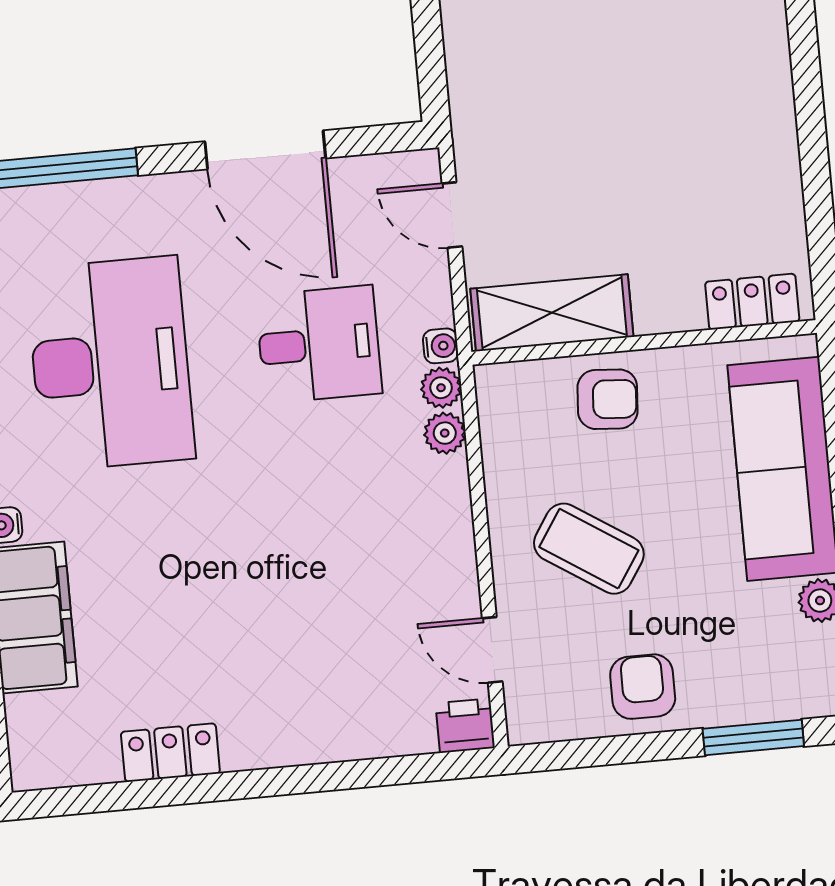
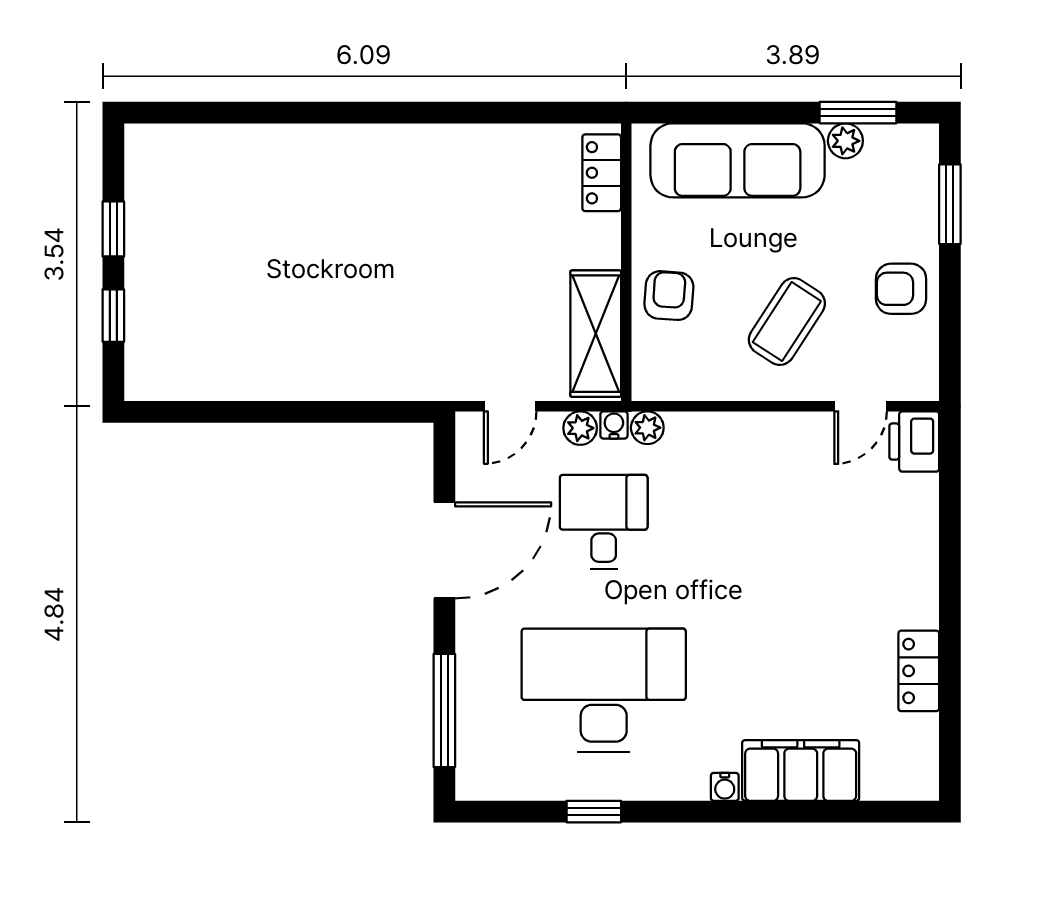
plant: (445, 433) -> (580, 428), moved
printer: (465, 726) -> (914, 442), width x1.36, depth x1.24

